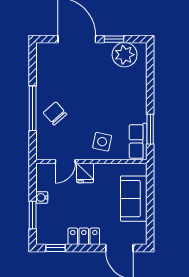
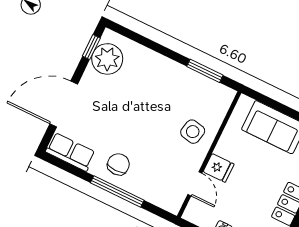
window: (114, 39) -> (91, 47), moved
chair: (55, 113) -> (118, 164), moved, turned 131
row of seats: (138, 141) -> (70, 152), moved, turned 180

